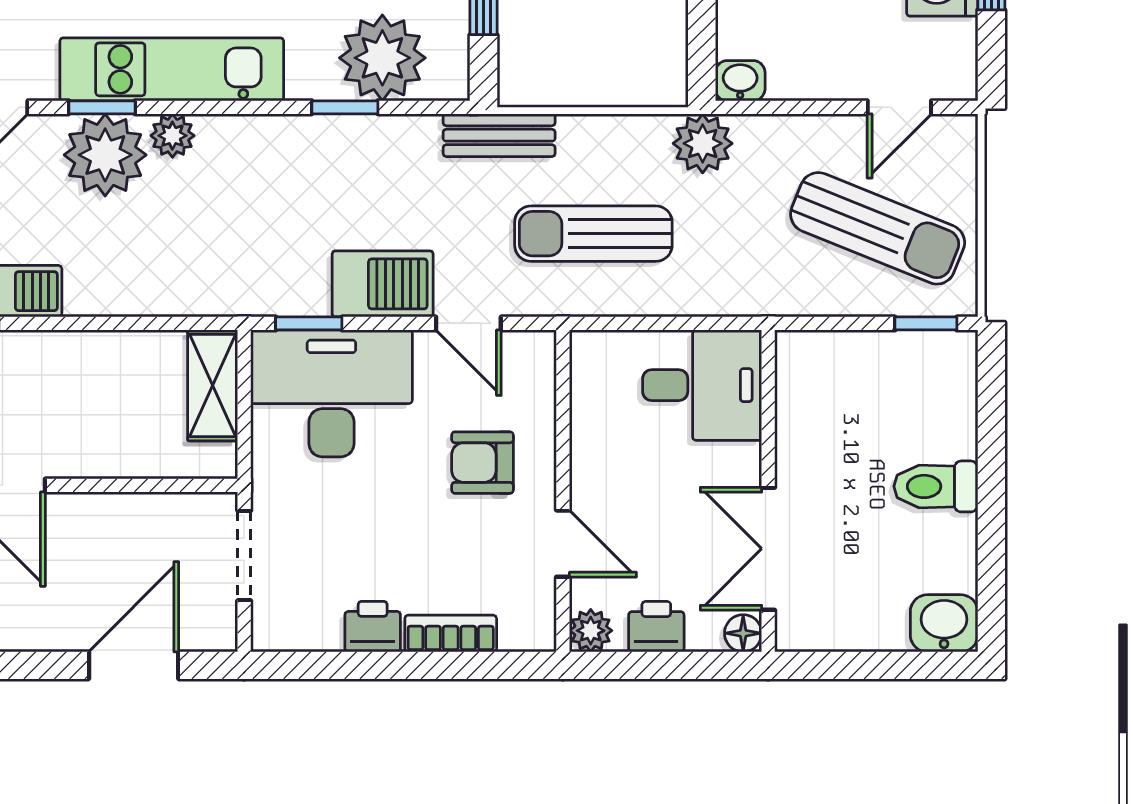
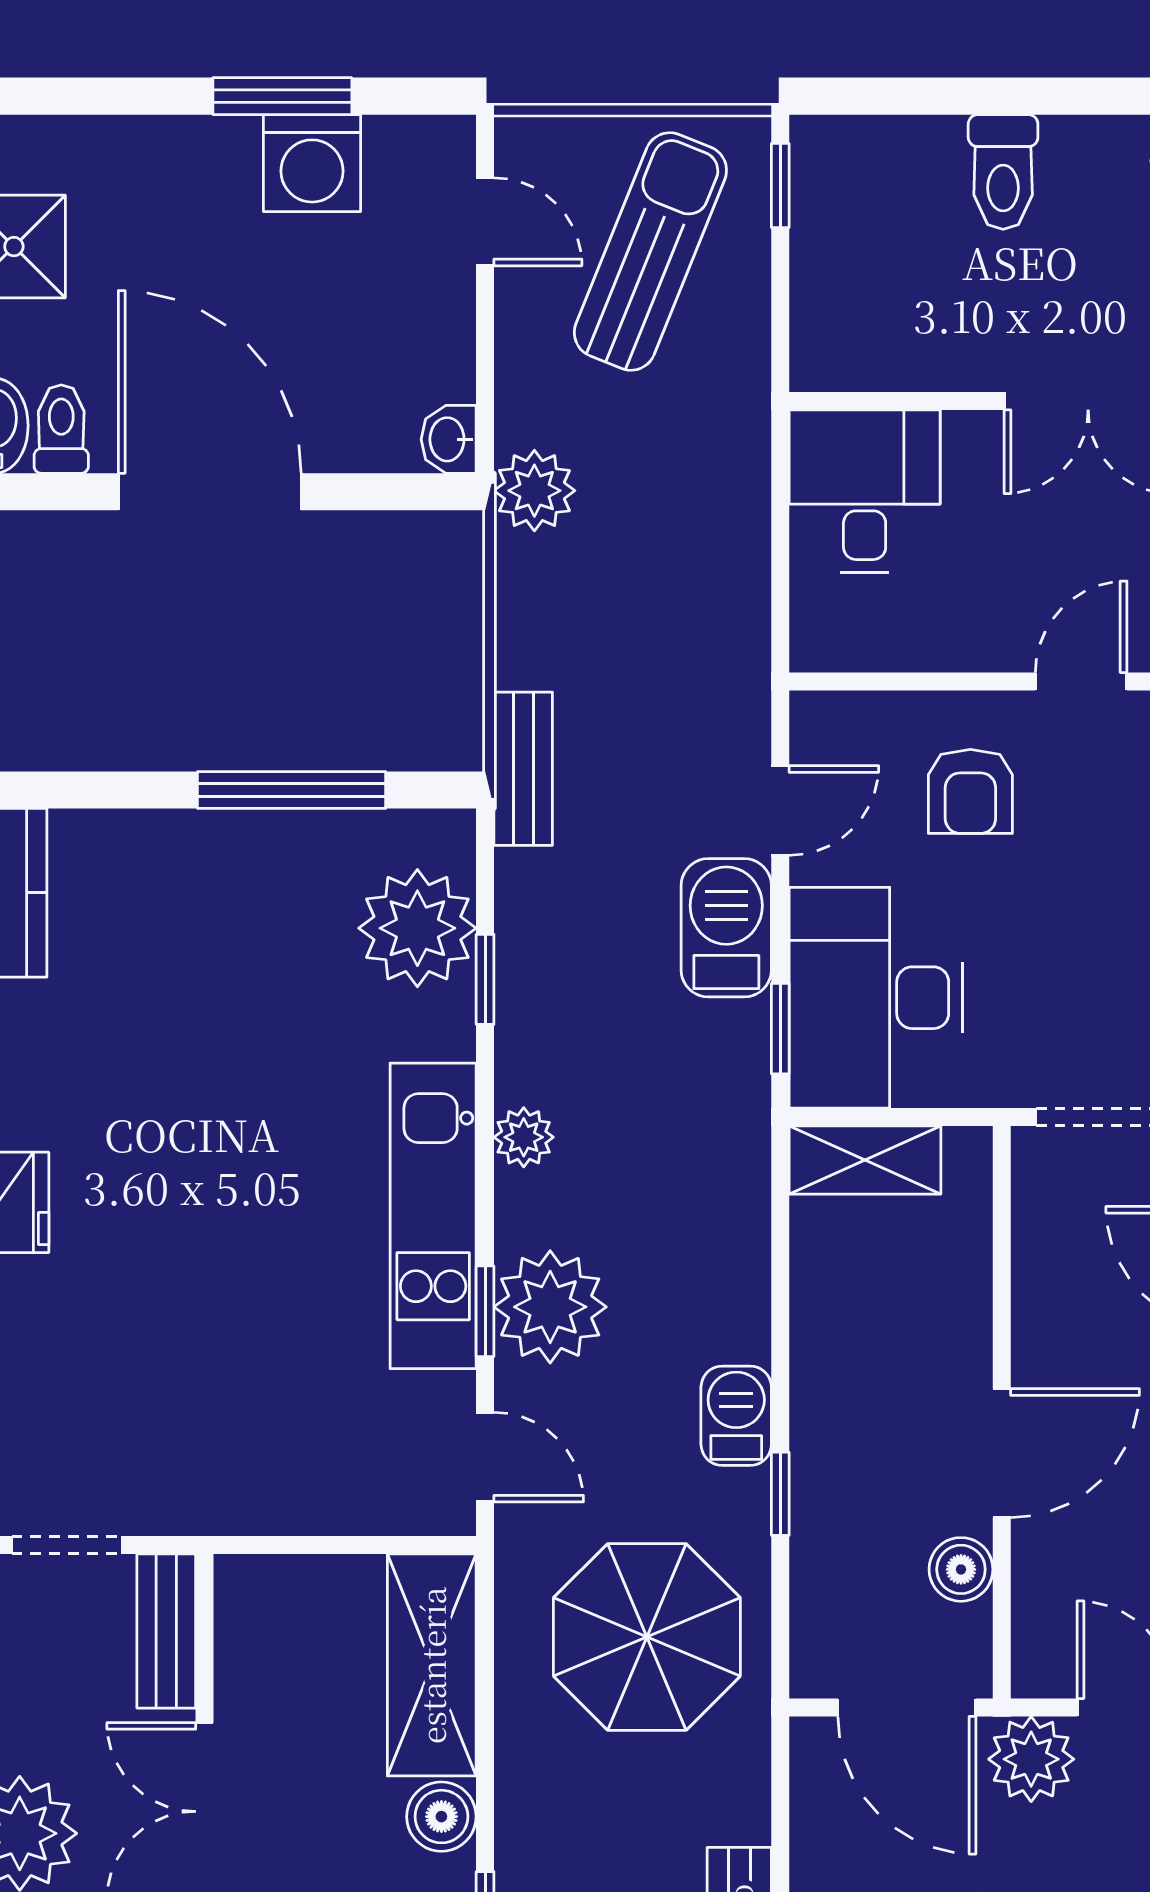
plant: (172, 136) -> (524, 1137), moved
sun lounger: (593, 234) -> (658, 640), removed

